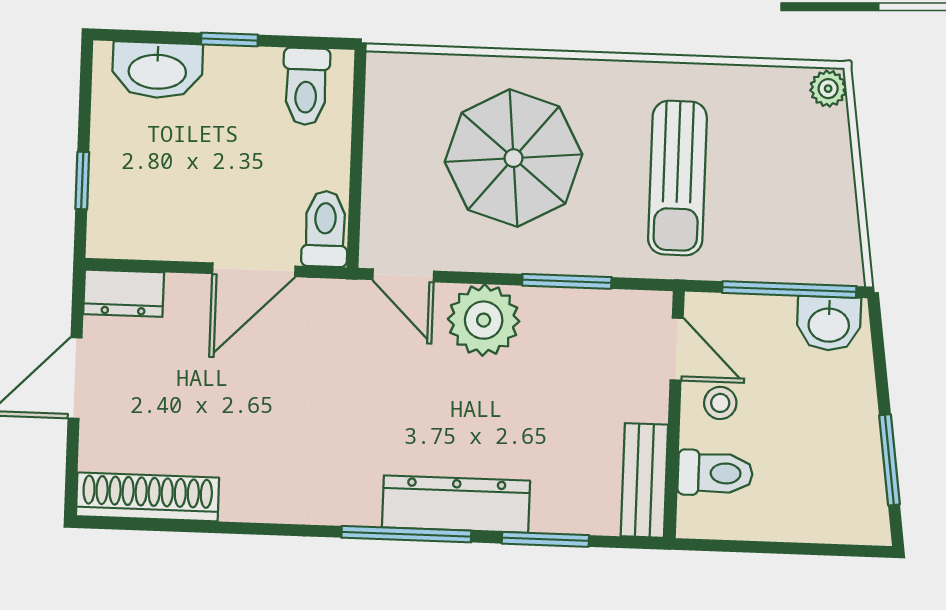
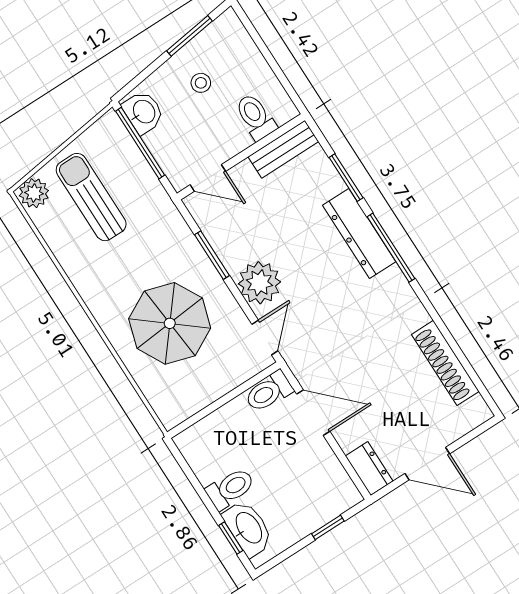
window: (229, 39) -> (231, 538), moved
toilet: (306, 86) -> (230, 488), moved
plant: (828, 89) -> (34, 193), width x1.38, depth x1.38
sun lounger: (677, 178) -> (91, 197), moved, turned -90
door: (677, 349) -> (208, 178), swing flipped
stool: (720, 403) -> (201, 83), moved
shoe rack: (147, 497) -> (445, 363), moved

